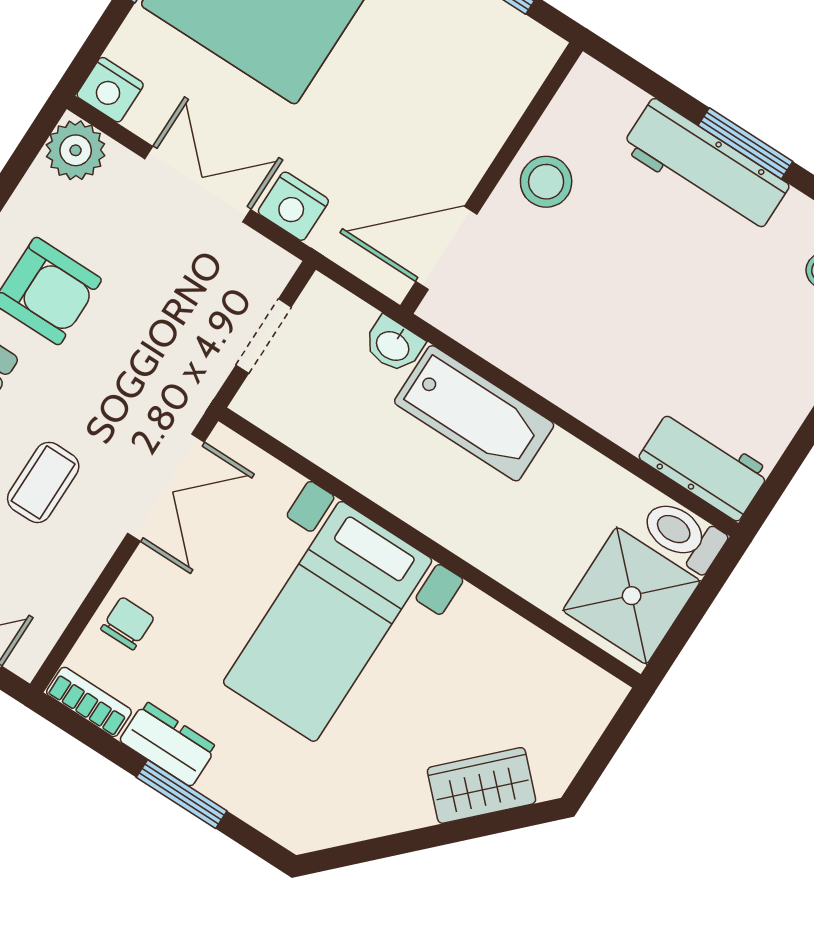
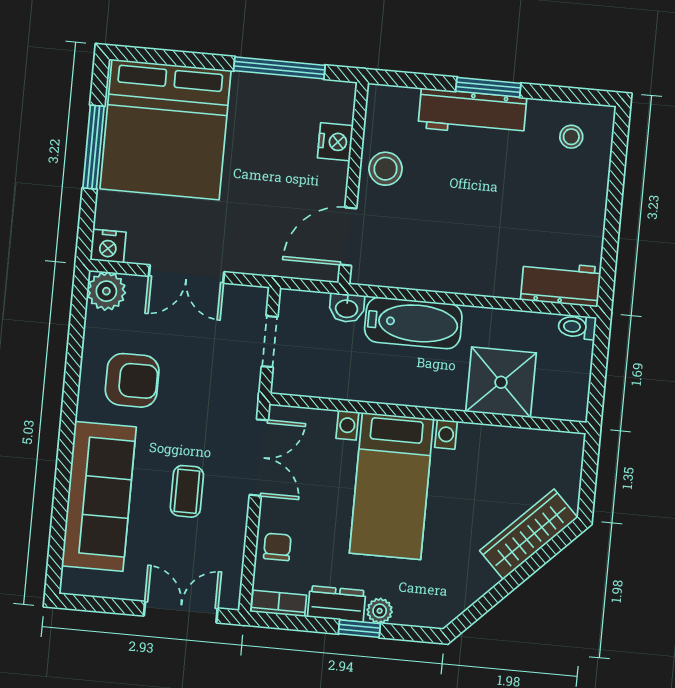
double door: (198, 184) -> (187, 274), swing flipped
nightstand: (293, 206) -> (335, 142), moved, turned -90
toilet: (683, 535) -> (577, 327), width x0.73, depth x0.72
shower: (632, 596) -> (501, 382), moved
plant: (222, 784) -> (380, 611), added
wardrobe: (482, 785) -> (529, 534), width x1.50
window: (182, 794) -> (359, 629), width x0.67

